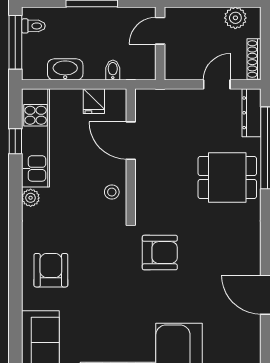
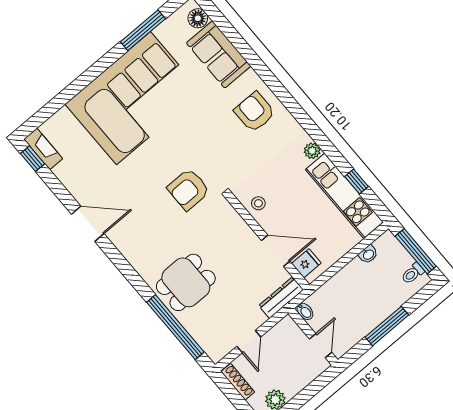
washbasin: (65, 69) -> (368, 254), width x0.52, depth x0.69
bidet: (113, 70) -> (305, 311), moved
fridge: (94, 101) -> (306, 263), moved, turned 90
dresser: (251, 113) -> (281, 298), moved, turned -90
armchair: (51, 270) -> (255, 112), turned 180

